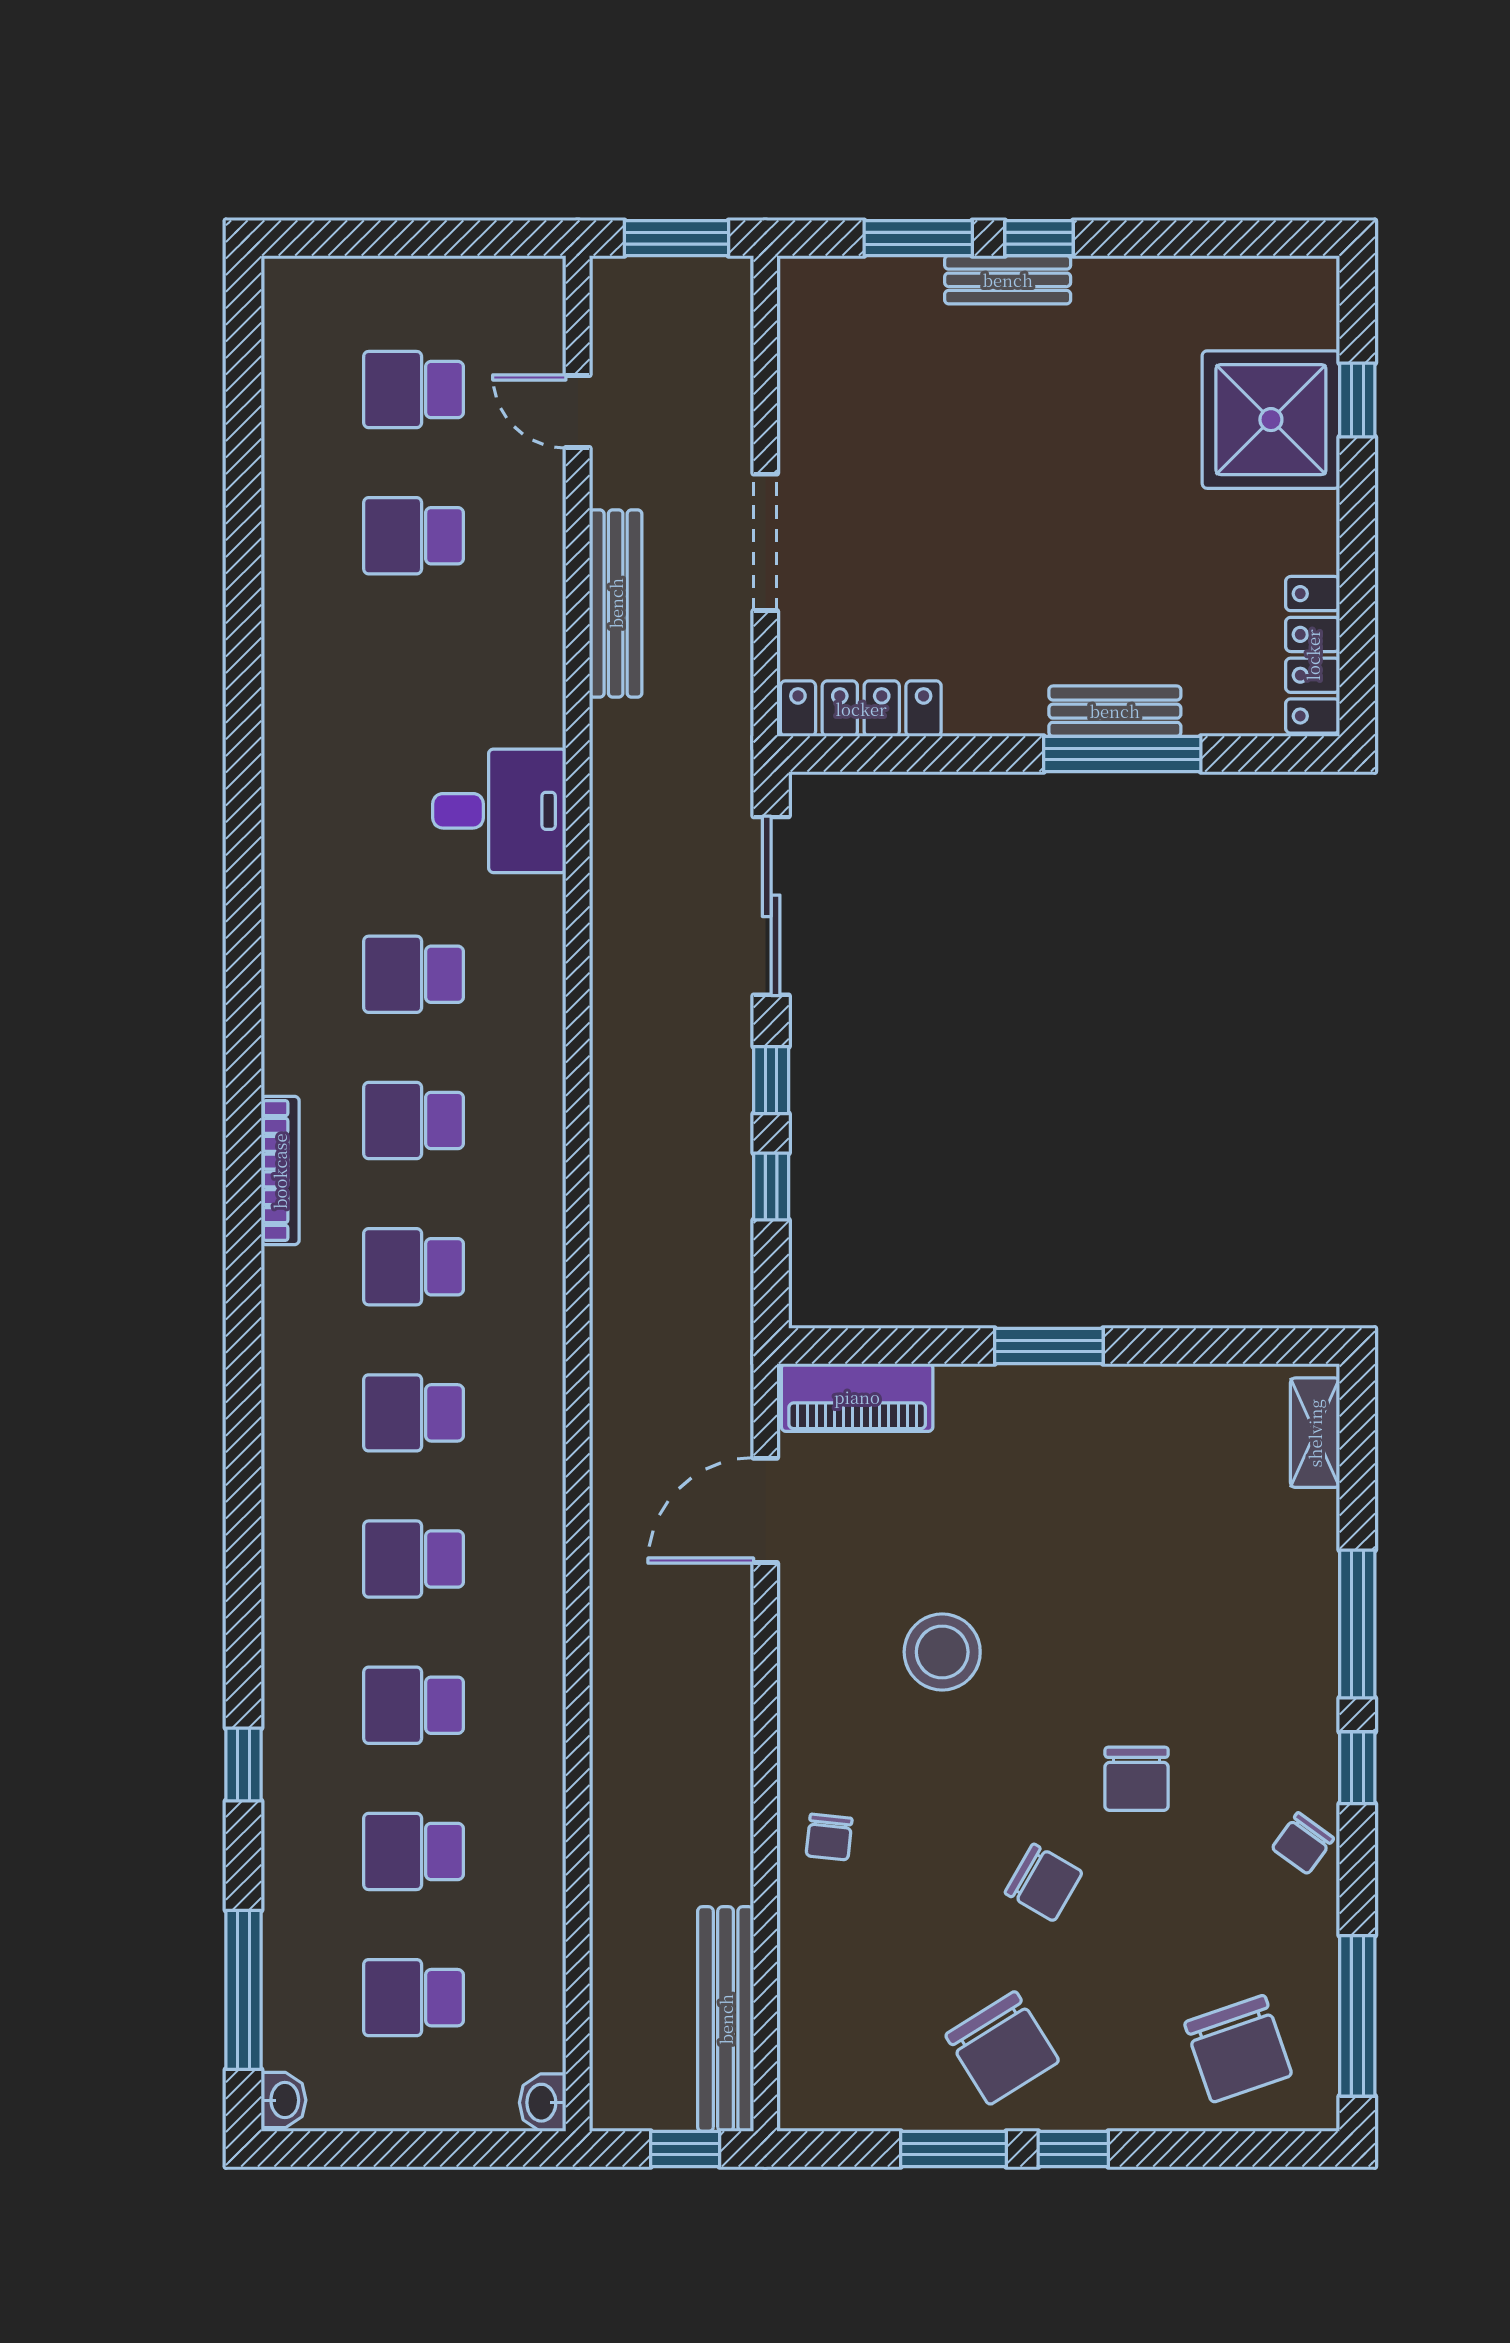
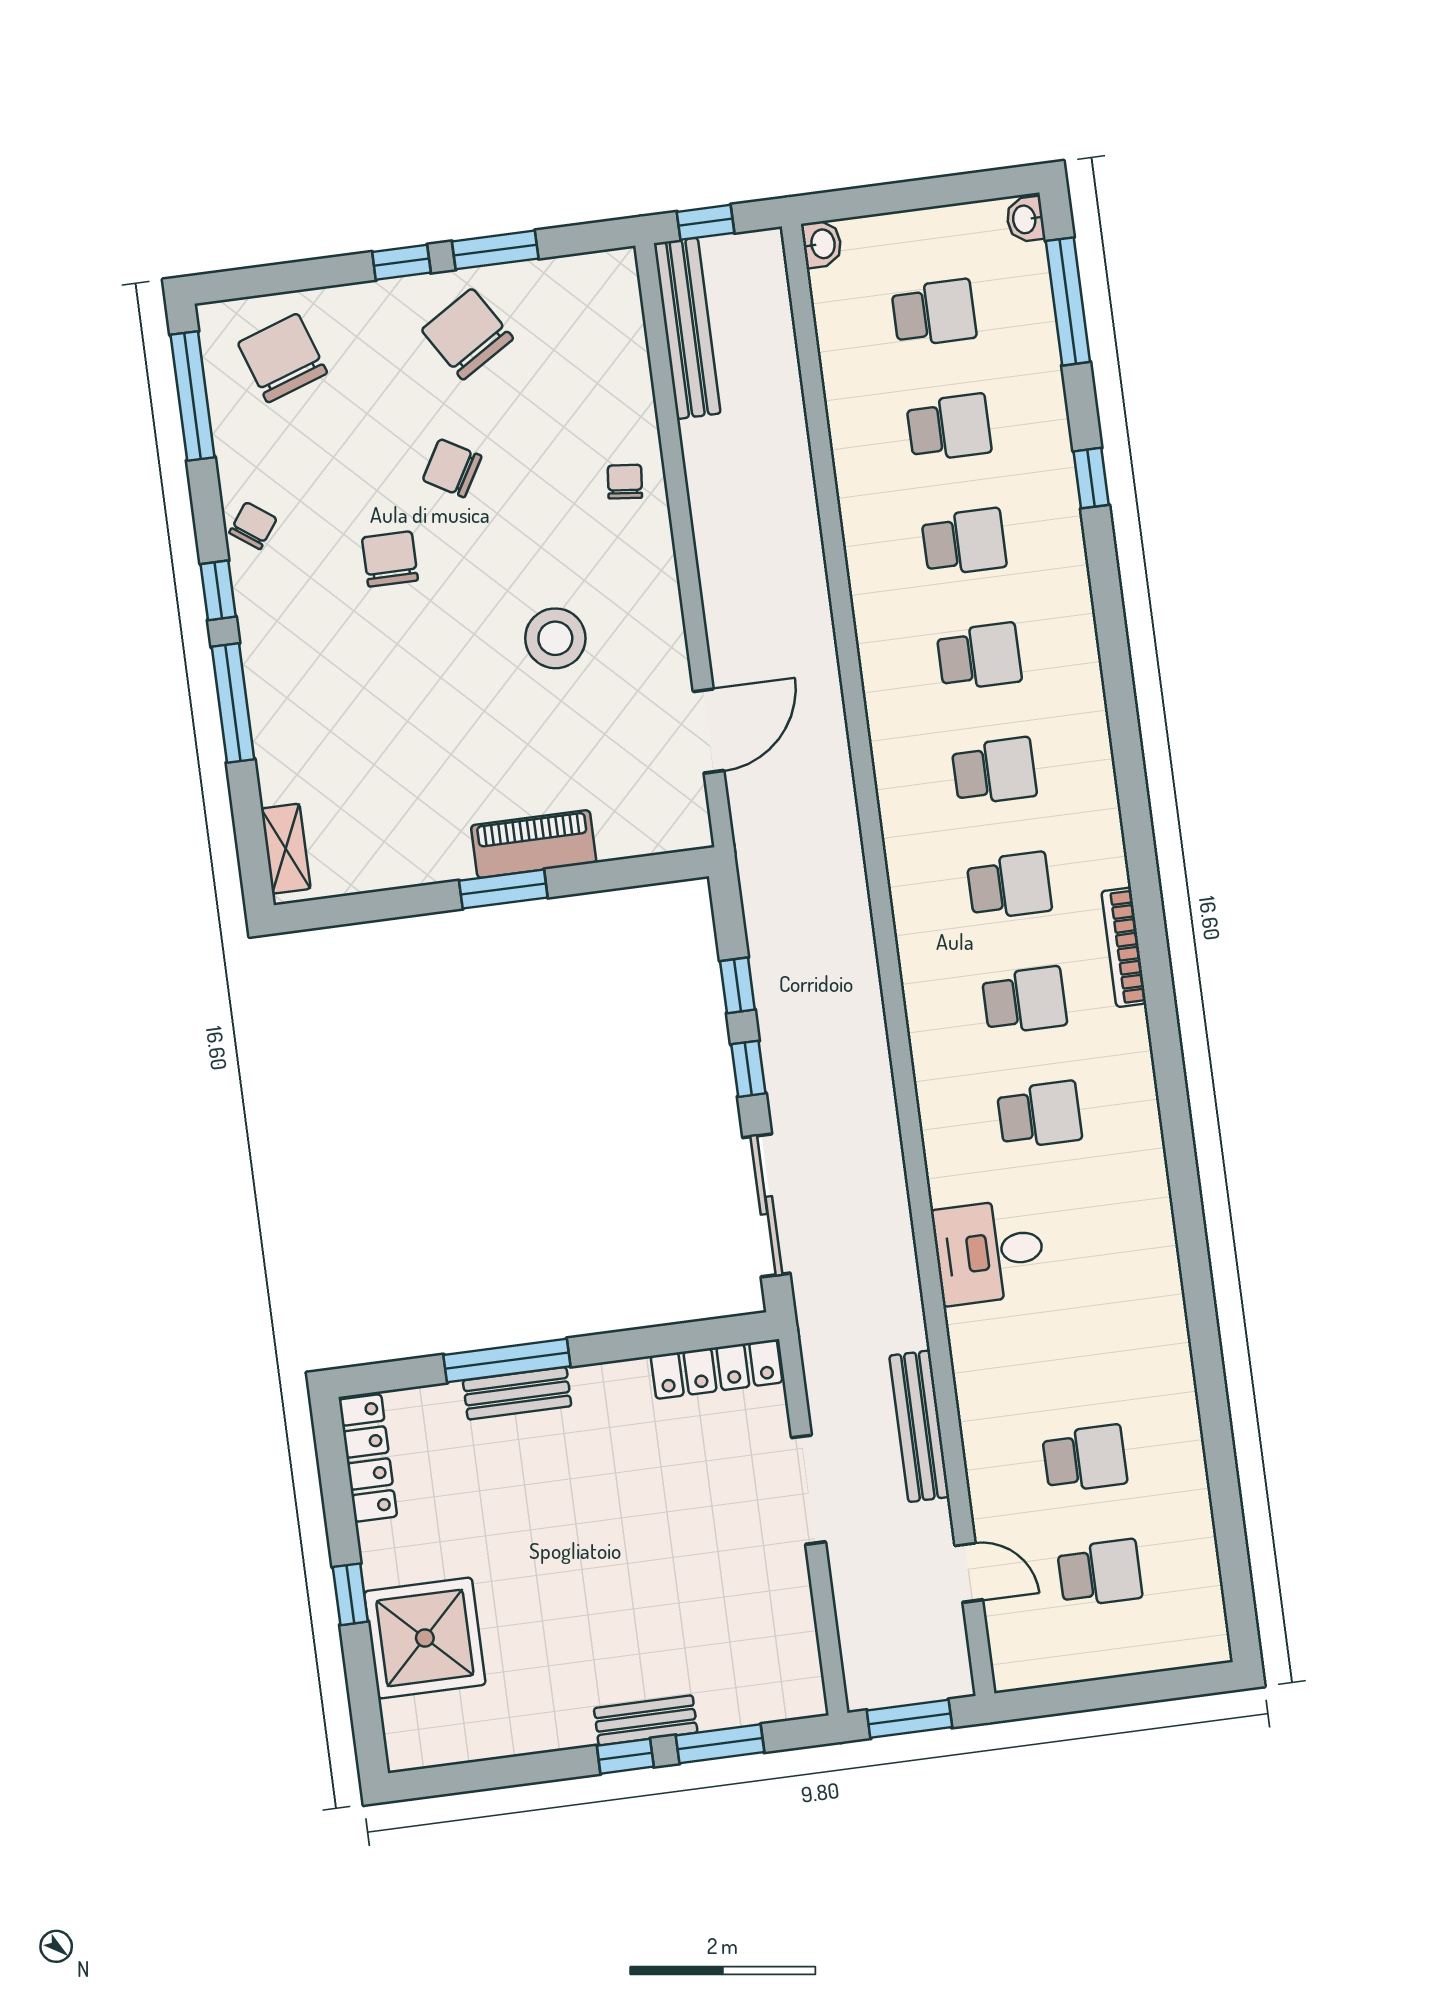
window: (1357, 400) -> (350, 1594), moved
piano: (857, 1397) -> (534, 844), moved

